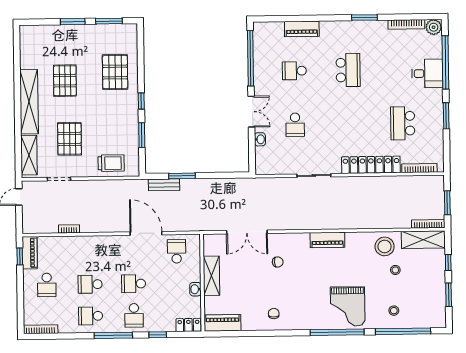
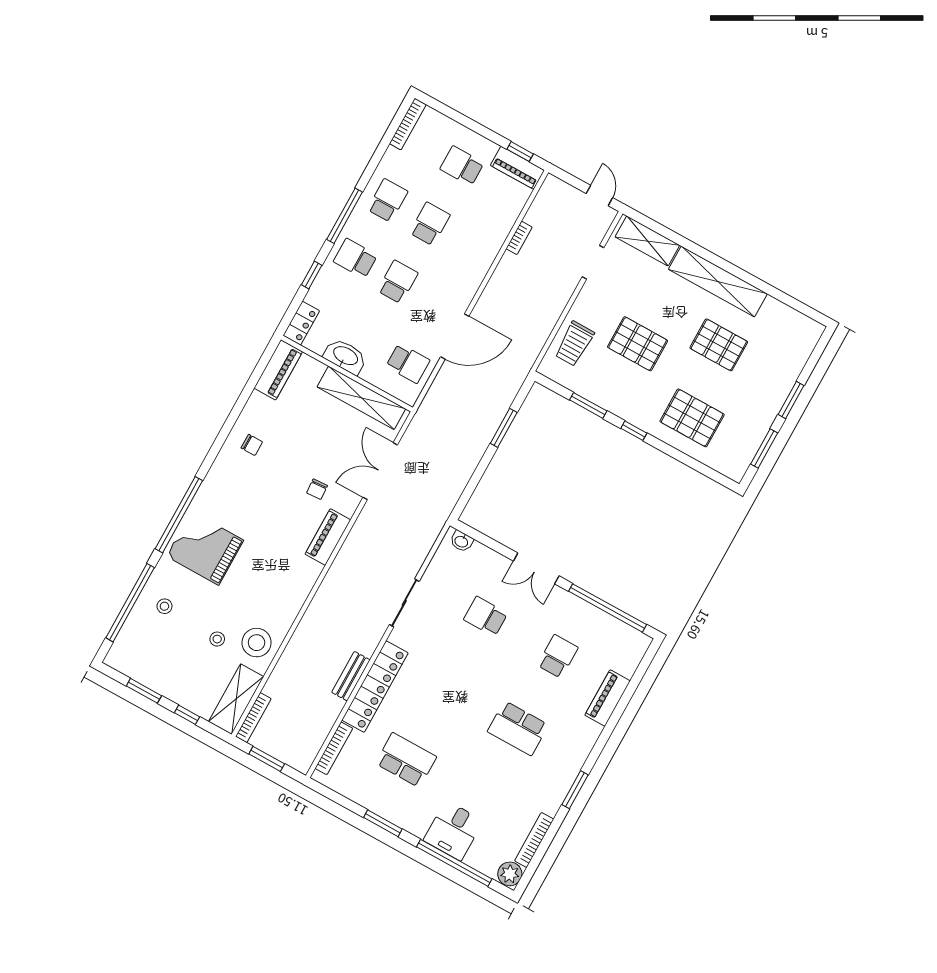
pallet: (70, 139) -> (638, 344), moved
washbasin: (260, 139) -> (462, 541), moved
bench: (164, 185) -> (351, 676), moved
piano: (327, 240) -> (328, 537), moved
shelving: (211, 276) -> (361, 398), width x1.47
washbasin: (195, 289) -> (345, 356), width x1.91, depth x1.45

